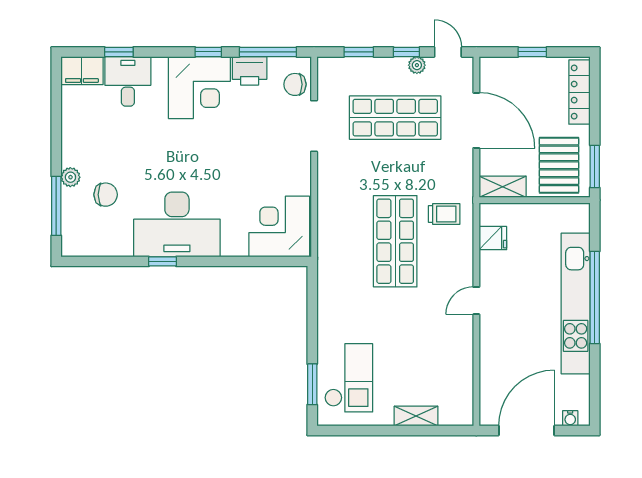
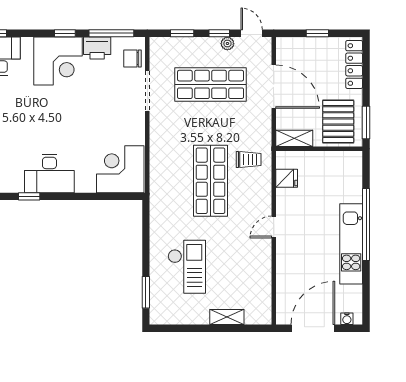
desk: (177, 224) -> (49, 173), width x0.73, depth x0.77
kitchen unit: (576, 304) -> (351, 244), width x0.73
checkout: (349, 378) -> (187, 267), moved

